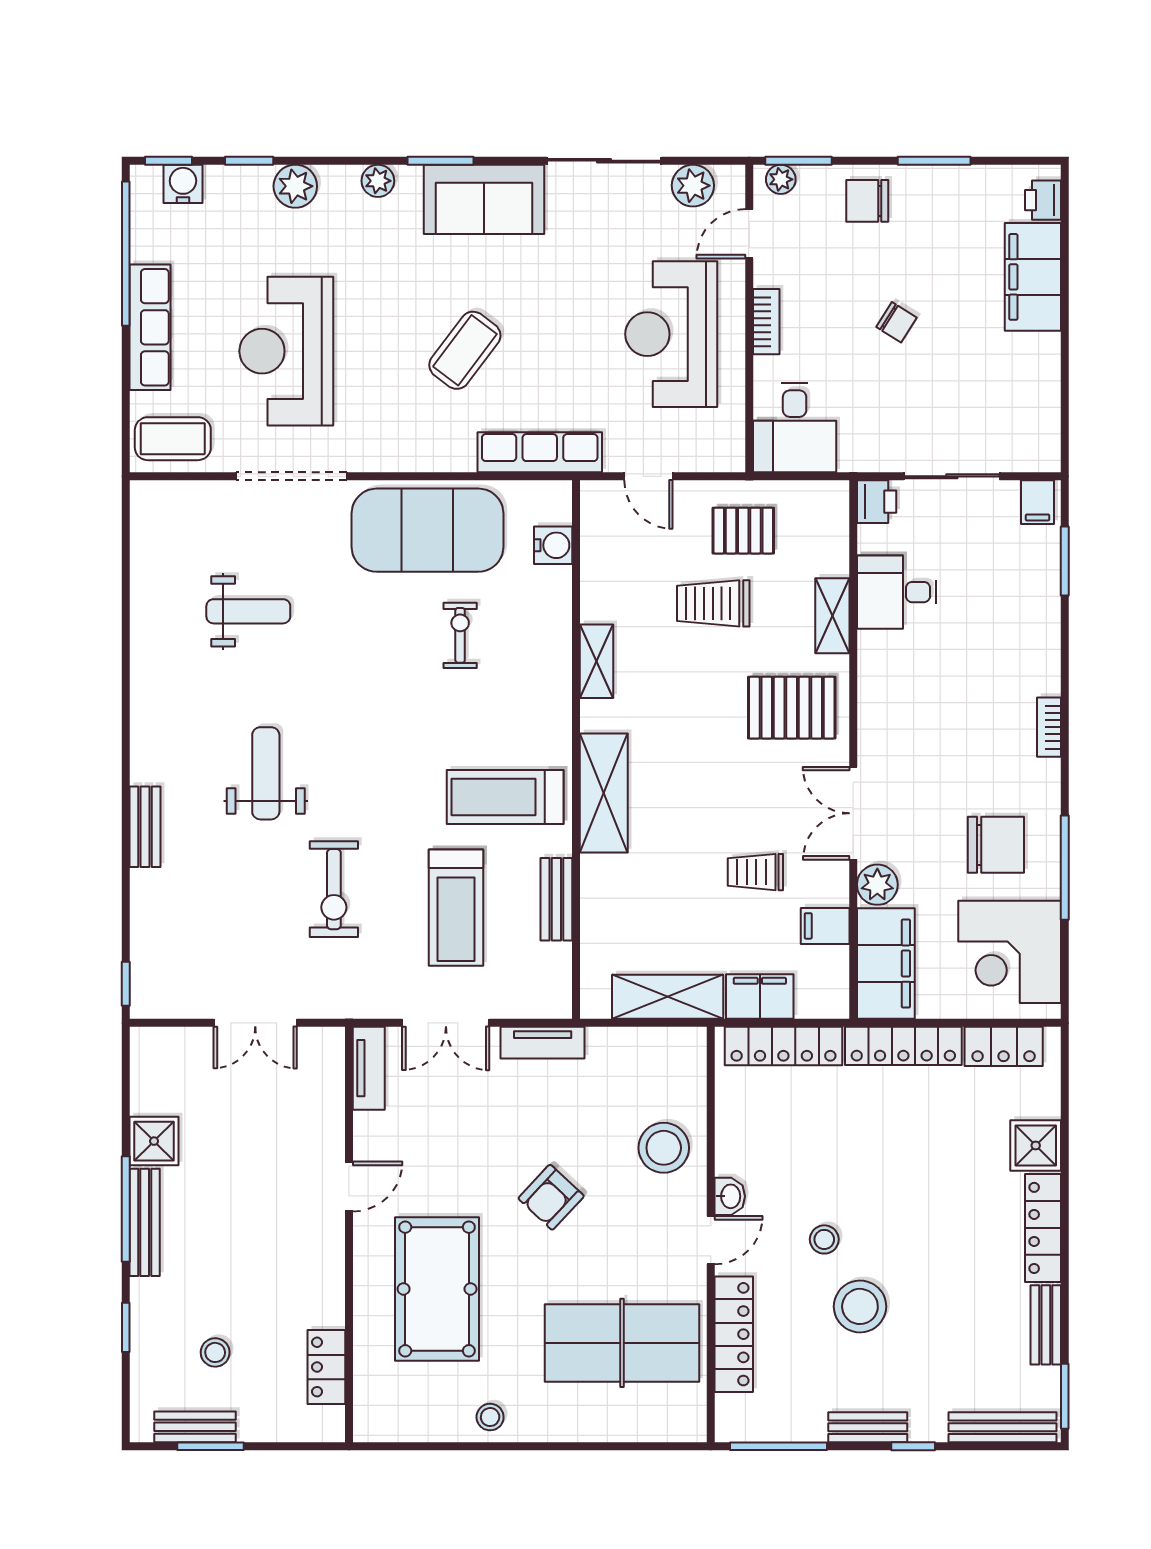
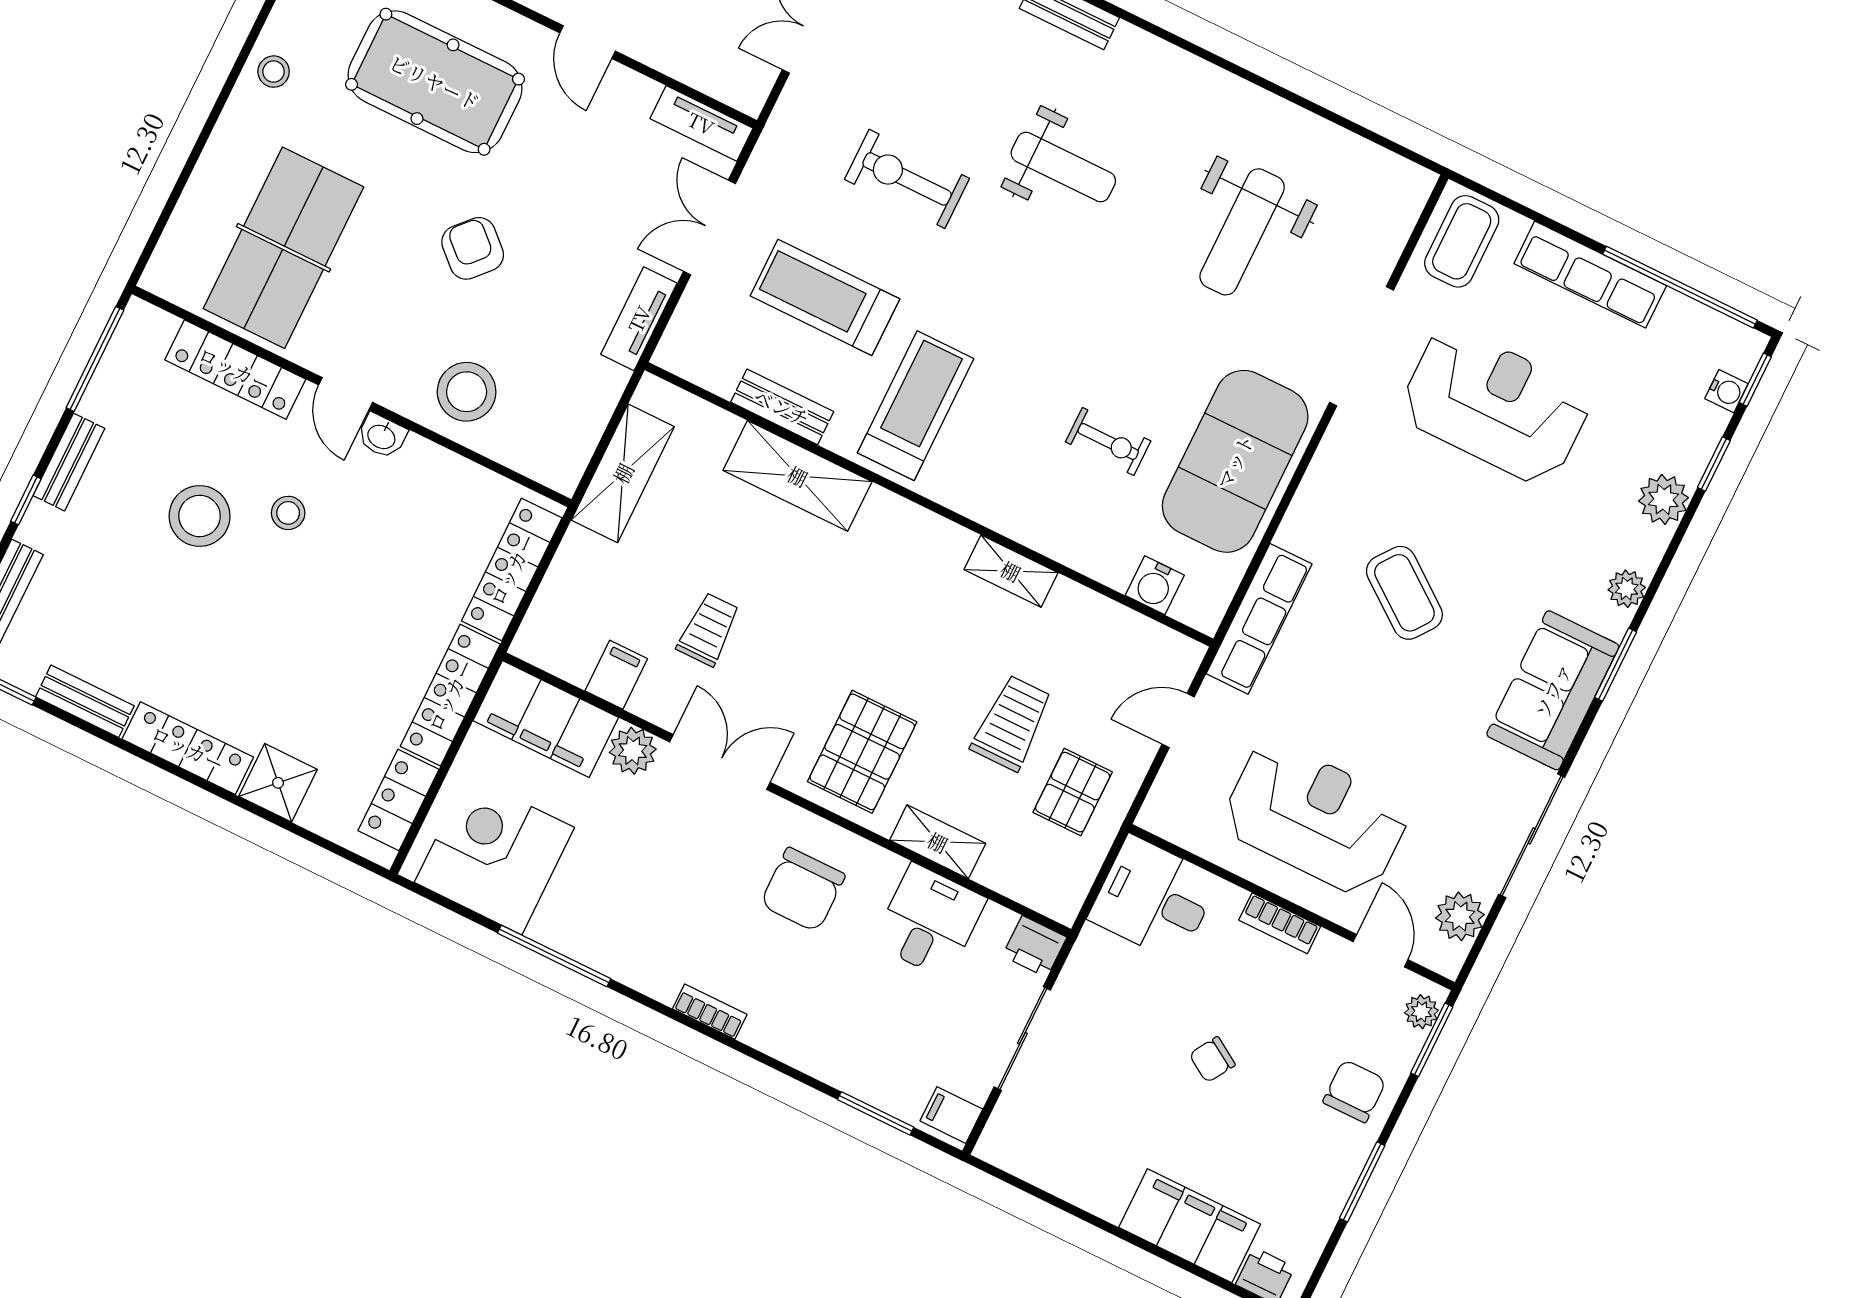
water cooler: (183, 184) -> (1726, 391), width x0.72, depth x0.72
weight bench: (248, 611) -> (1242, 232), width x1.36, depth x1.33
shelving: (604, 793) -> (798, 476), moved
chair: (996, 845) -> (803, 890), moved
filing cabinet: (760, 997) -> (576, 570), removed

